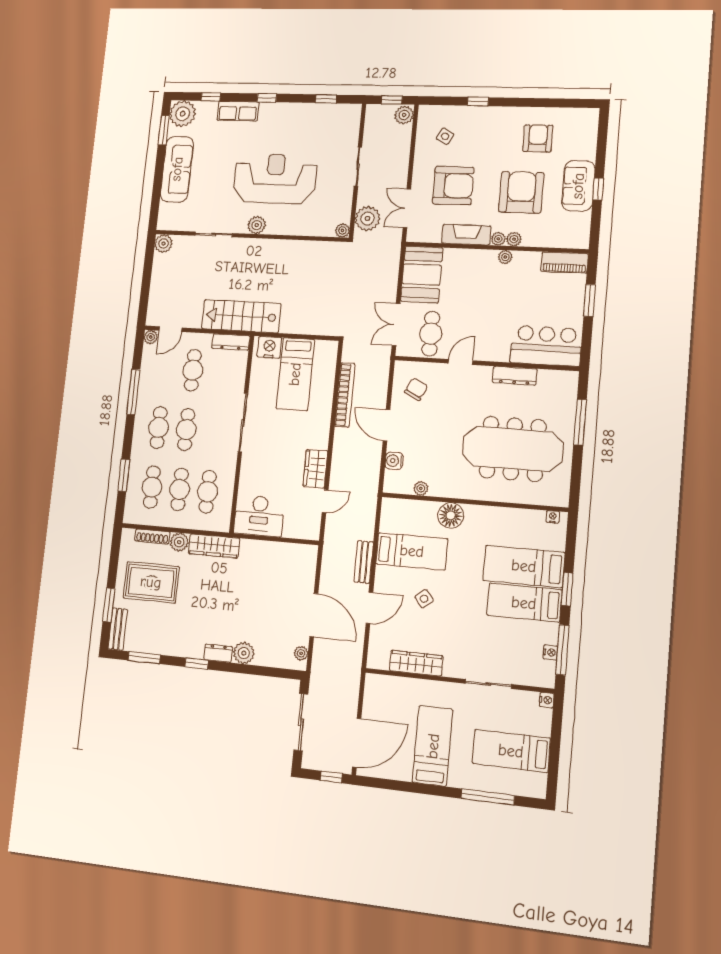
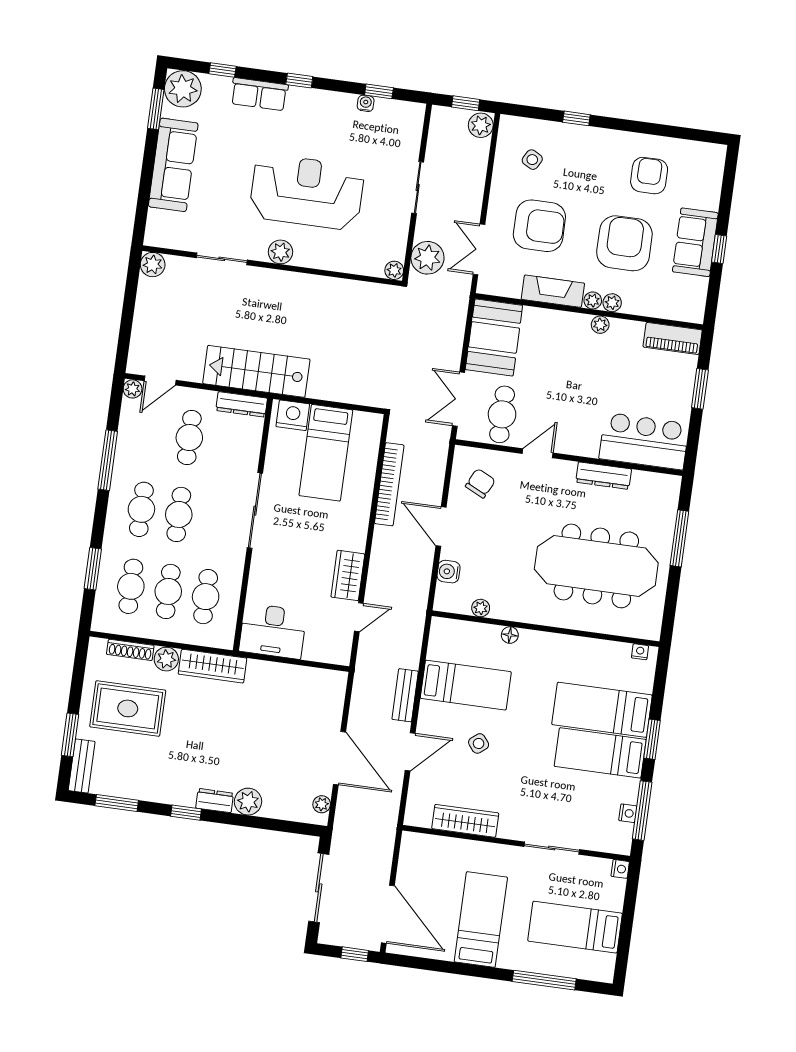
water cooler: (316, 109) -> (366, 103), added
floor lamp: (451, 515) -> (510, 635), width x0.53, depth x0.53
door: (357, 743) -> (388, 914), hinge flipped

